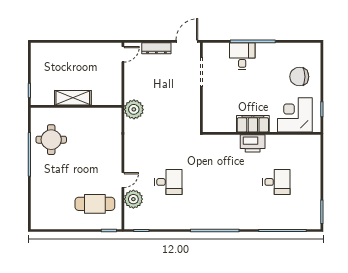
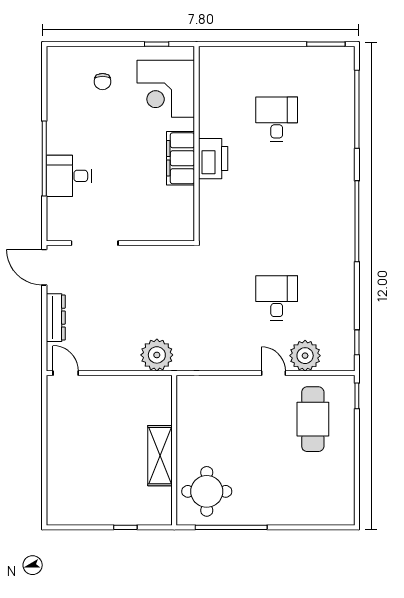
chair: (299, 77) -> (103, 82), width x0.54, depth x0.54
shelving: (73, 98) -> (160, 456), moved
wall: (76, 106) -> (174, 450), moved

